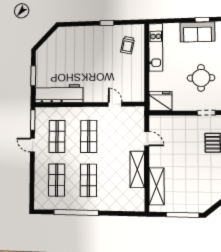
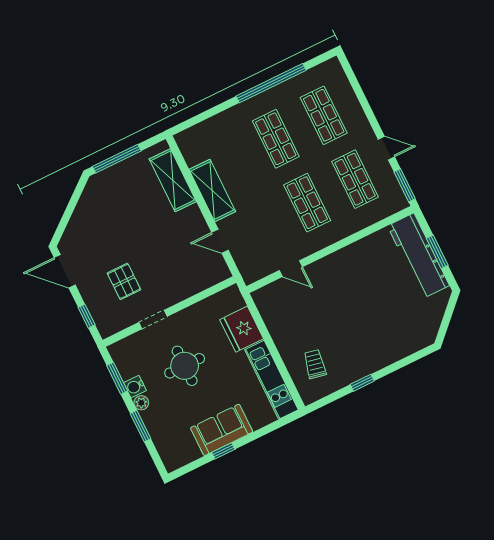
workbench: (59, 94) -> (418, 256), moved, turned 90
fridge: (160, 101) -> (242, 329), moved, turned 90

